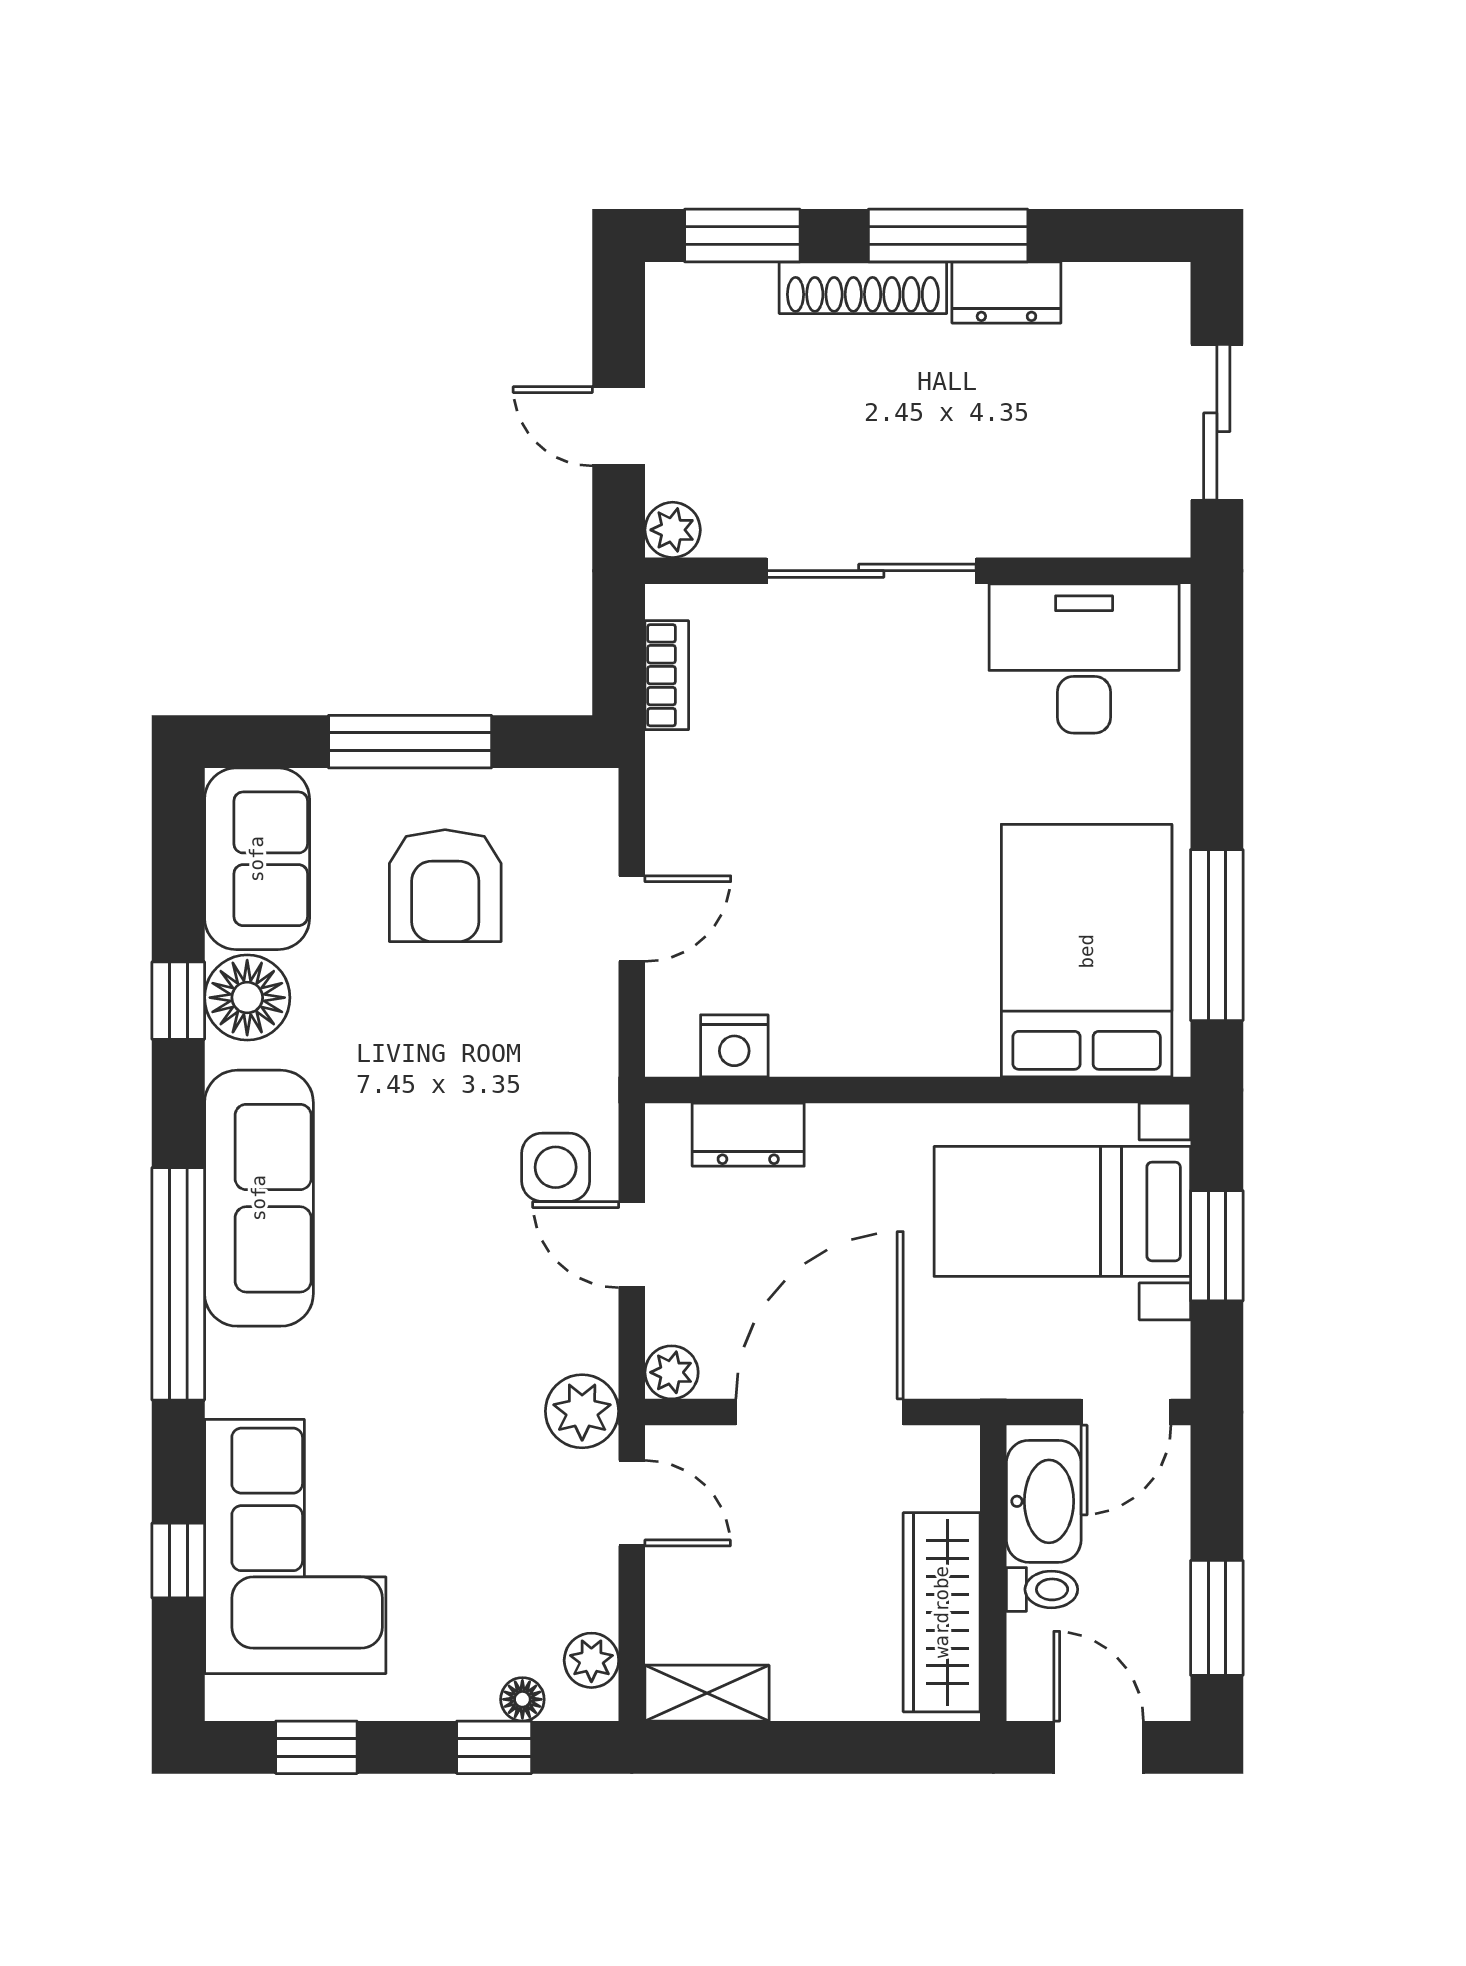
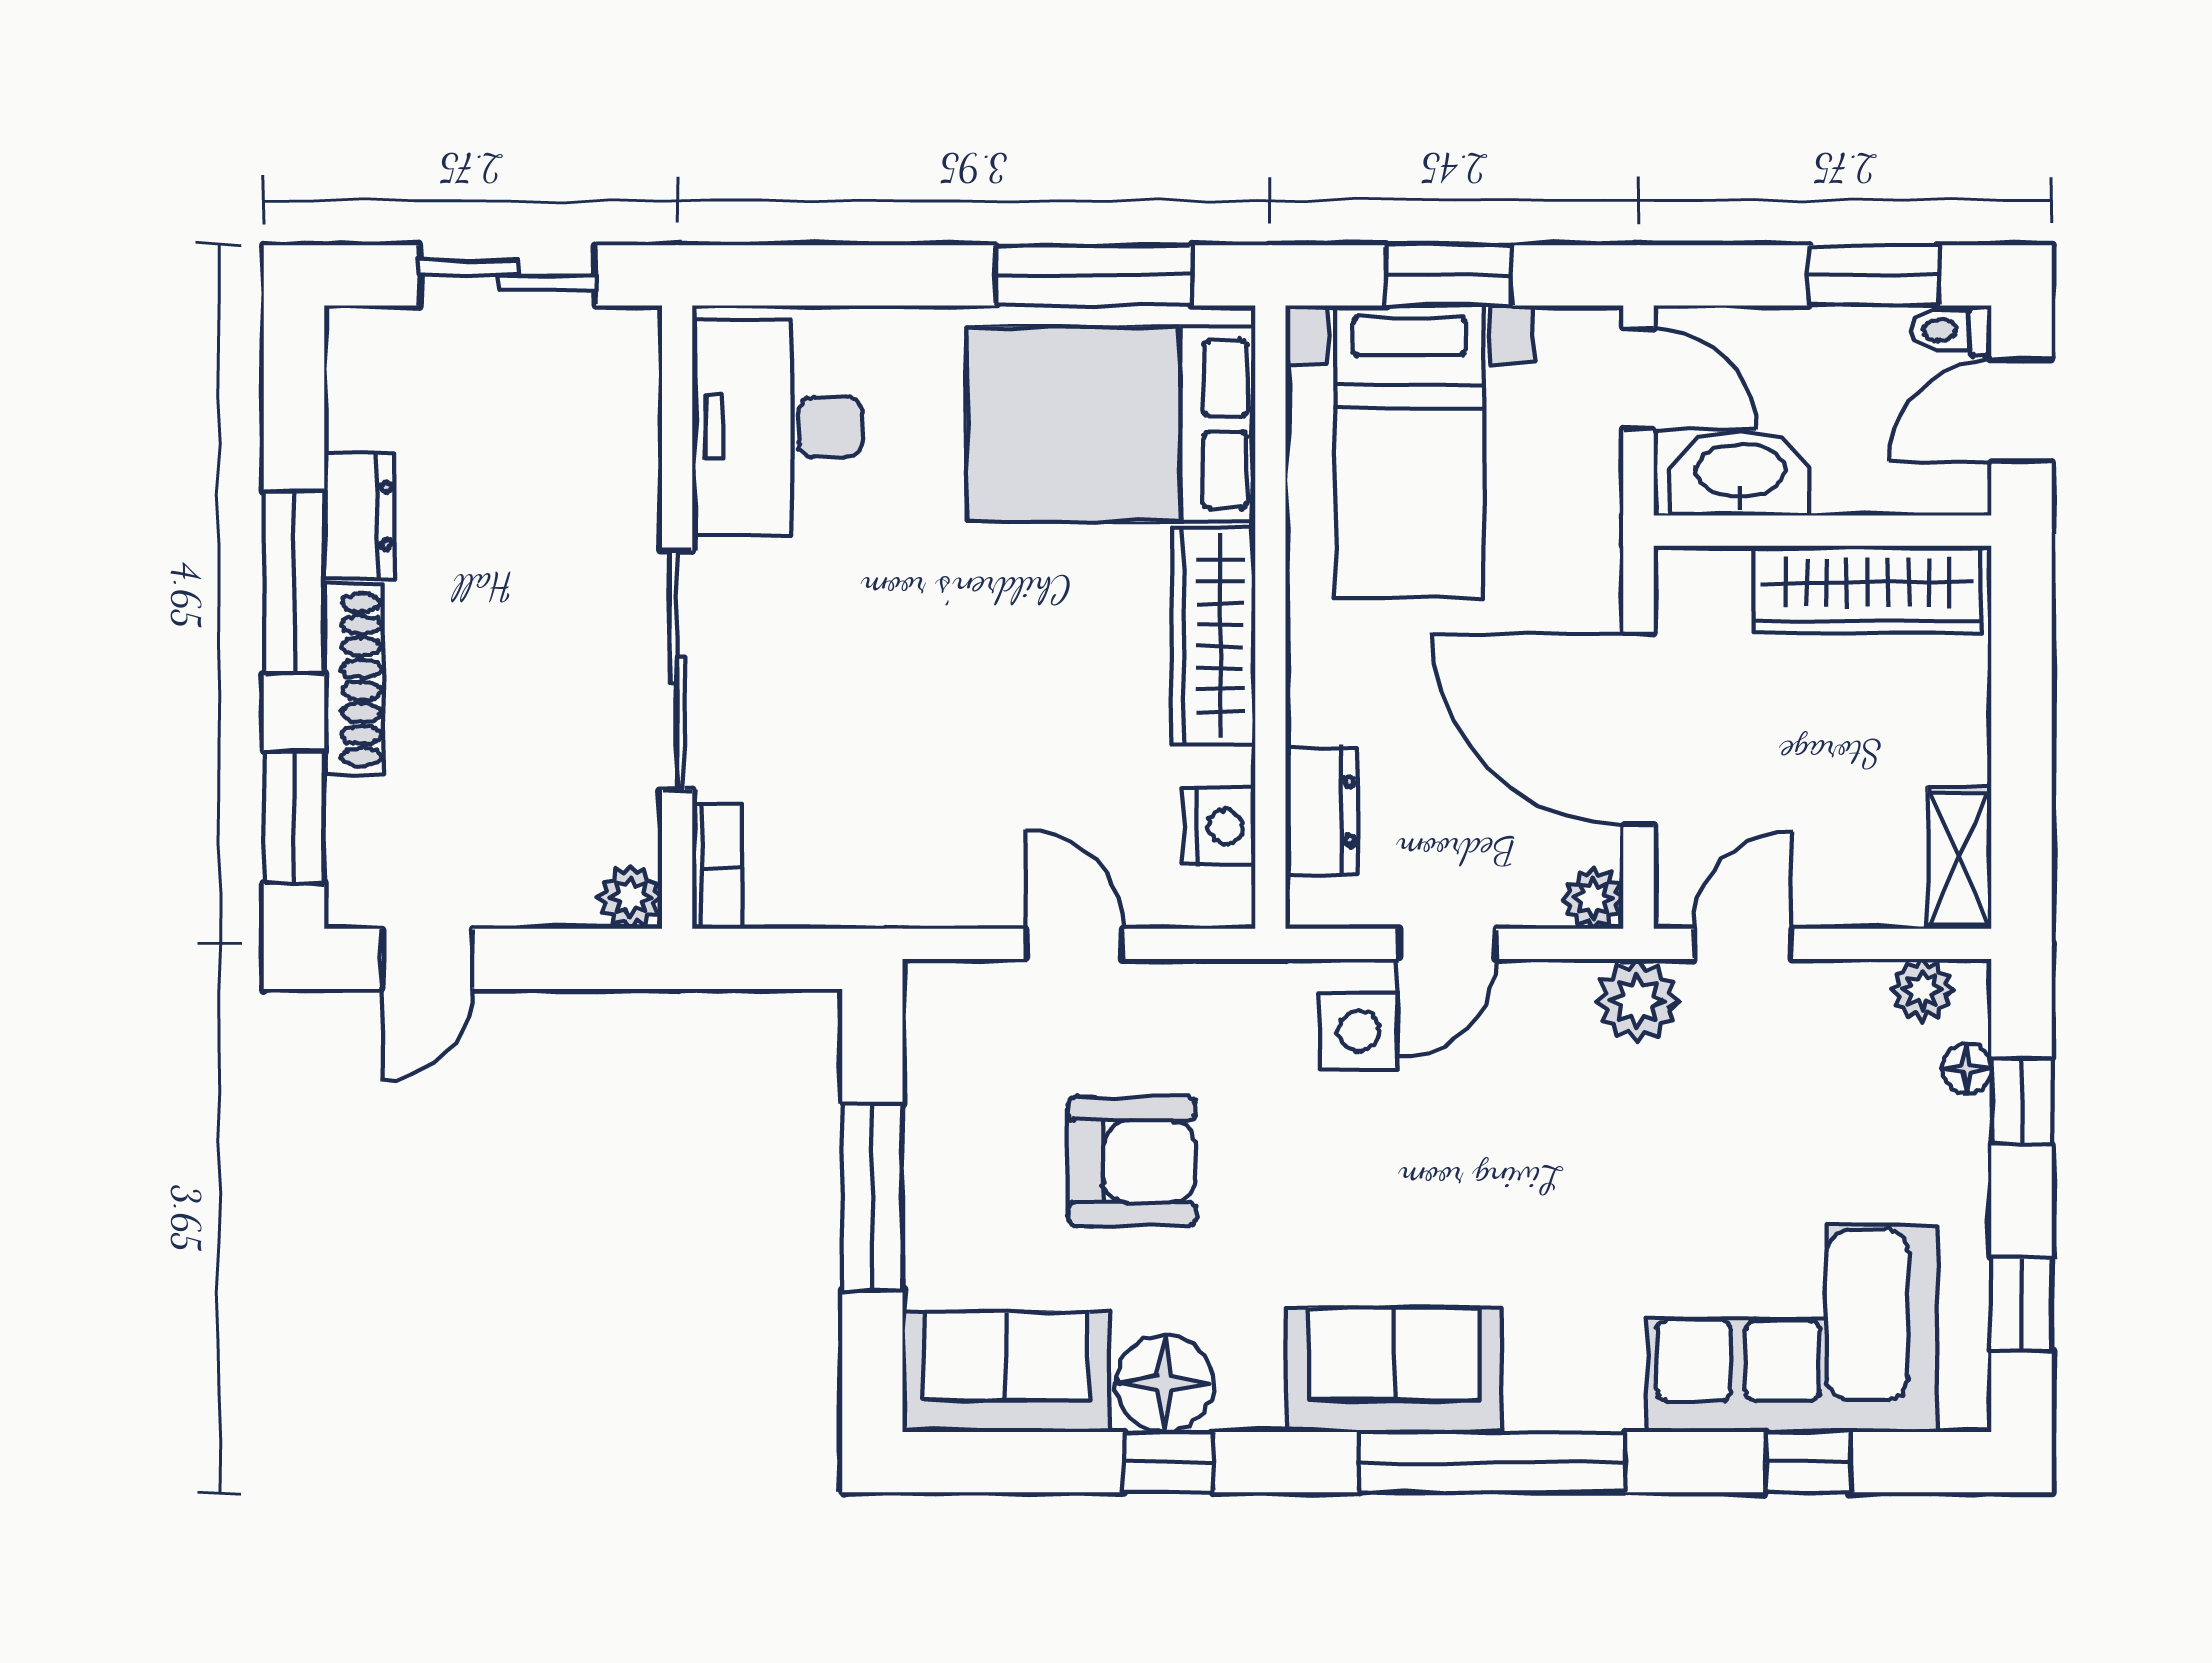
door: (619, 426) -> (427, 959), moved
bookcase: (667, 675) -> (717, 866), moved, turned 90
armchair: (445, 886) -> (1132, 1161), moved
wardrobe: (902, 1040) -> (1214, 636), added
sofa: (259, 1198) -> (1394, 1370), width x0.73
toilet: (1042, 1589) -> (1951, 330), moved, turned -90

